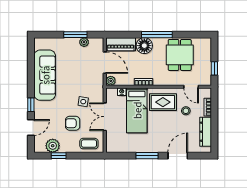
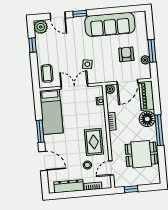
bed: (137, 110) -> (51, 112), moved, turned -90
armchair: (73, 123) -> (126, 54), moved
plant: (53, 146) -> (41, 27), moved

